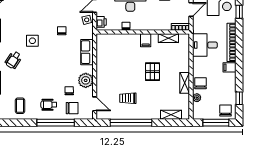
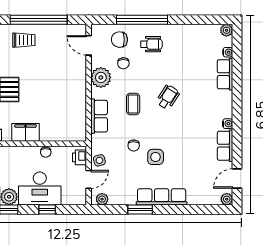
filing cabinet: (146, 40) -> (26, 132), width x2.00
side table: (32, 41) -> (156, 157), moved
wheelchair: (13, 60) -> (168, 97), moved
trolley: (128, 98) -> (24, 40), moved
coffee table: (20, 106) -> (133, 104), moved

